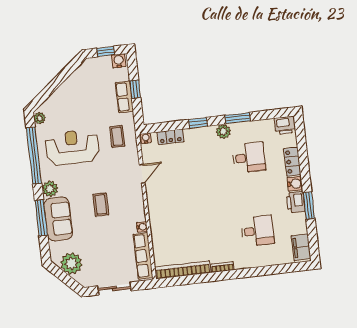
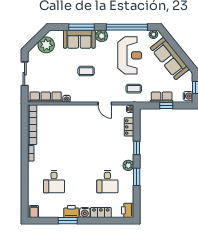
sofa: (70, 92) -> (170, 58), added
filing cabinet: (301, 247) -> (34, 212), width x0.50

